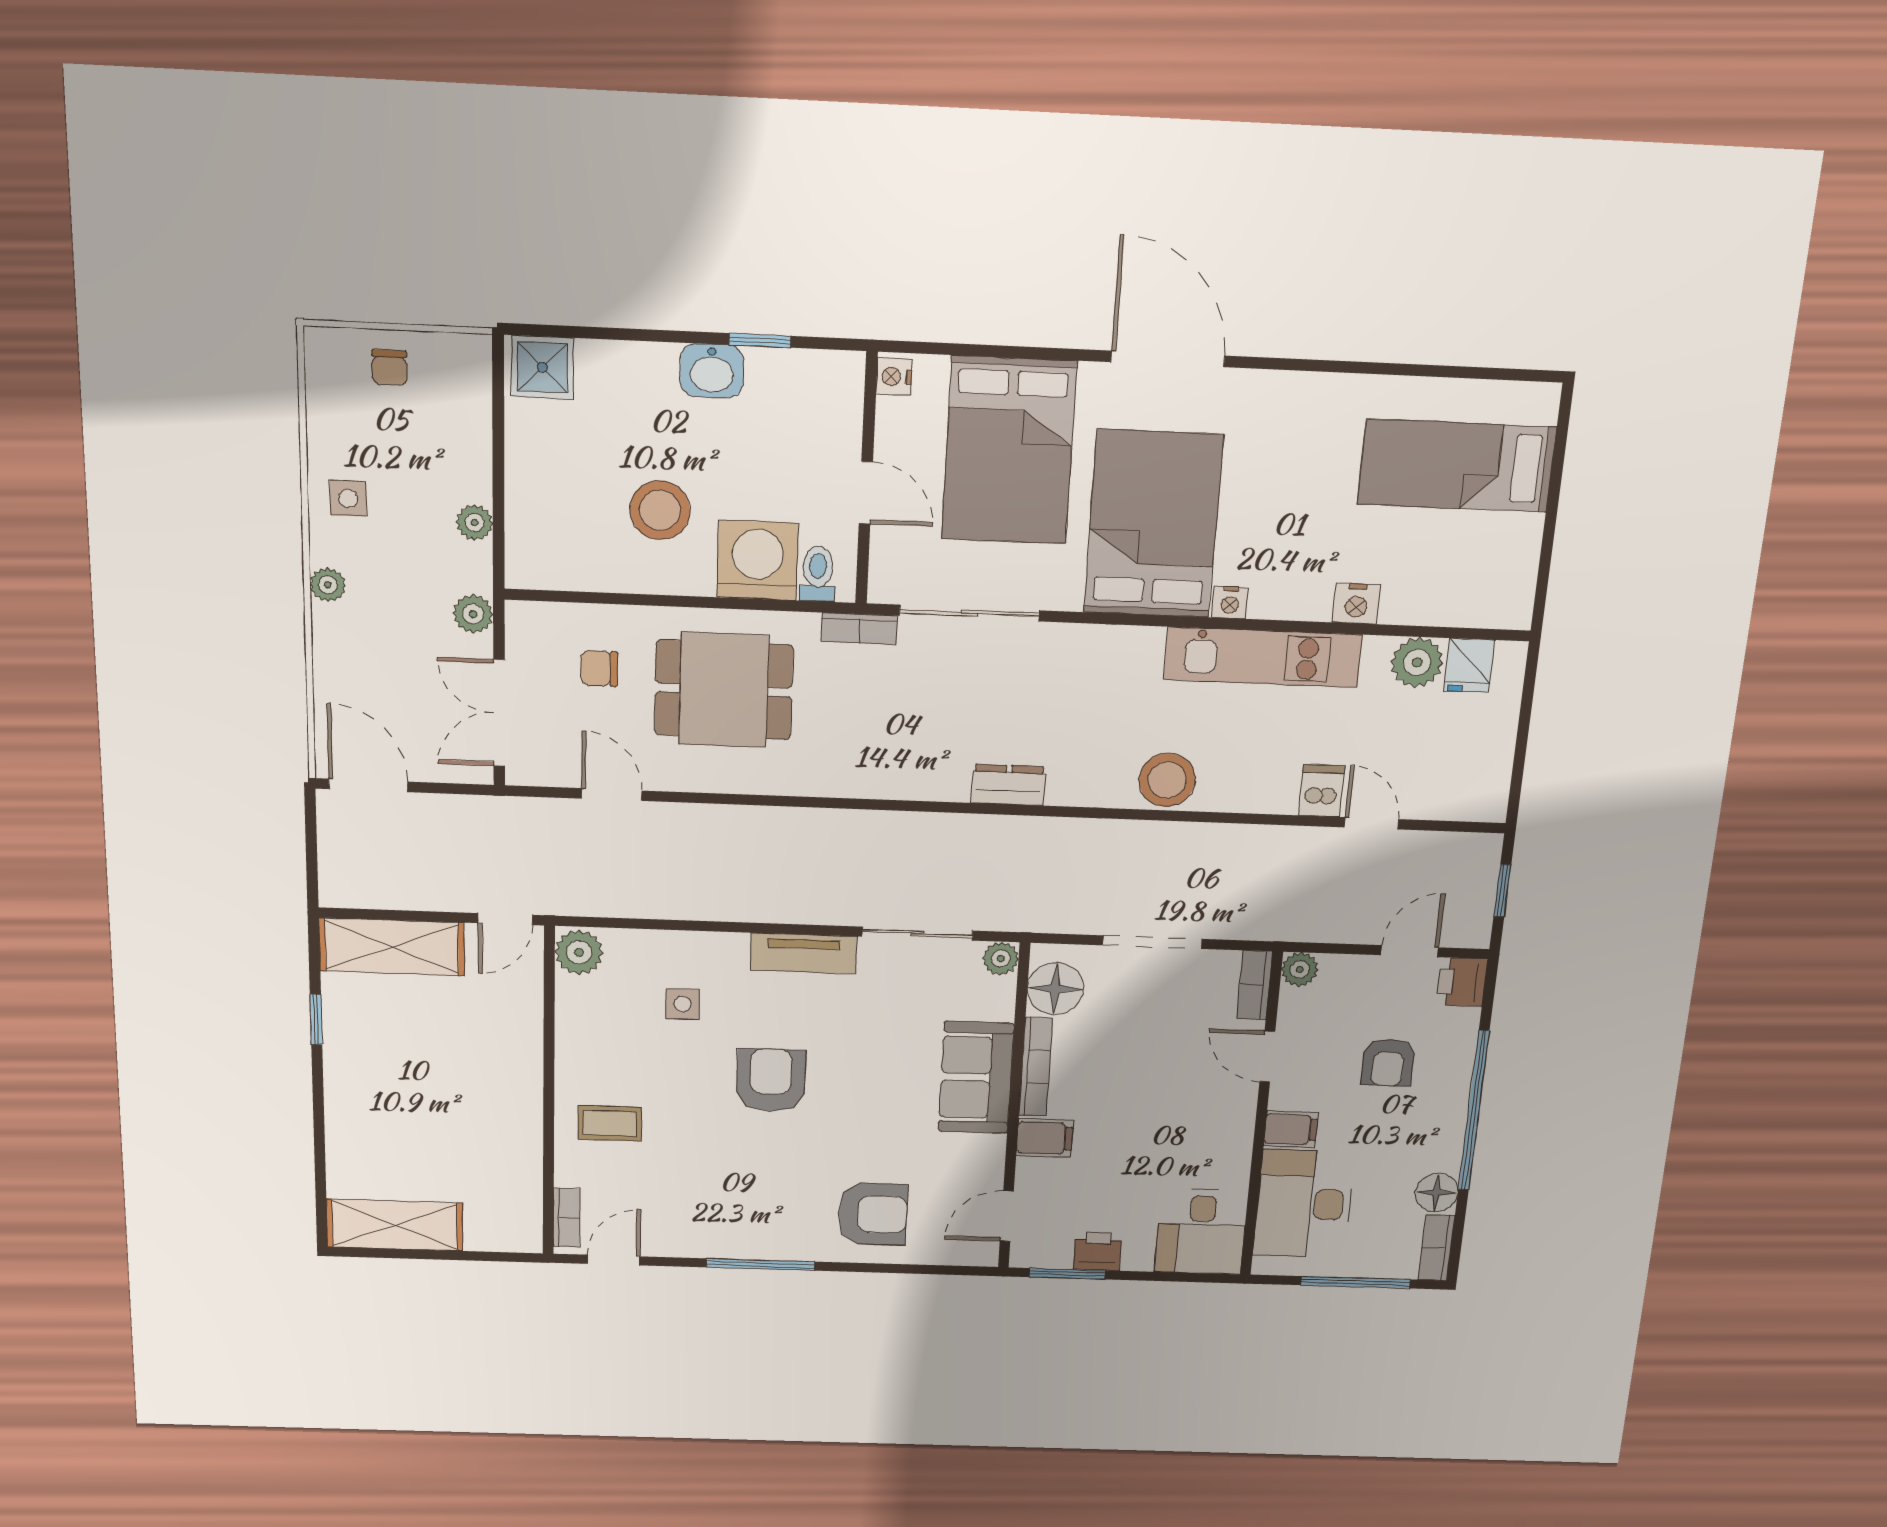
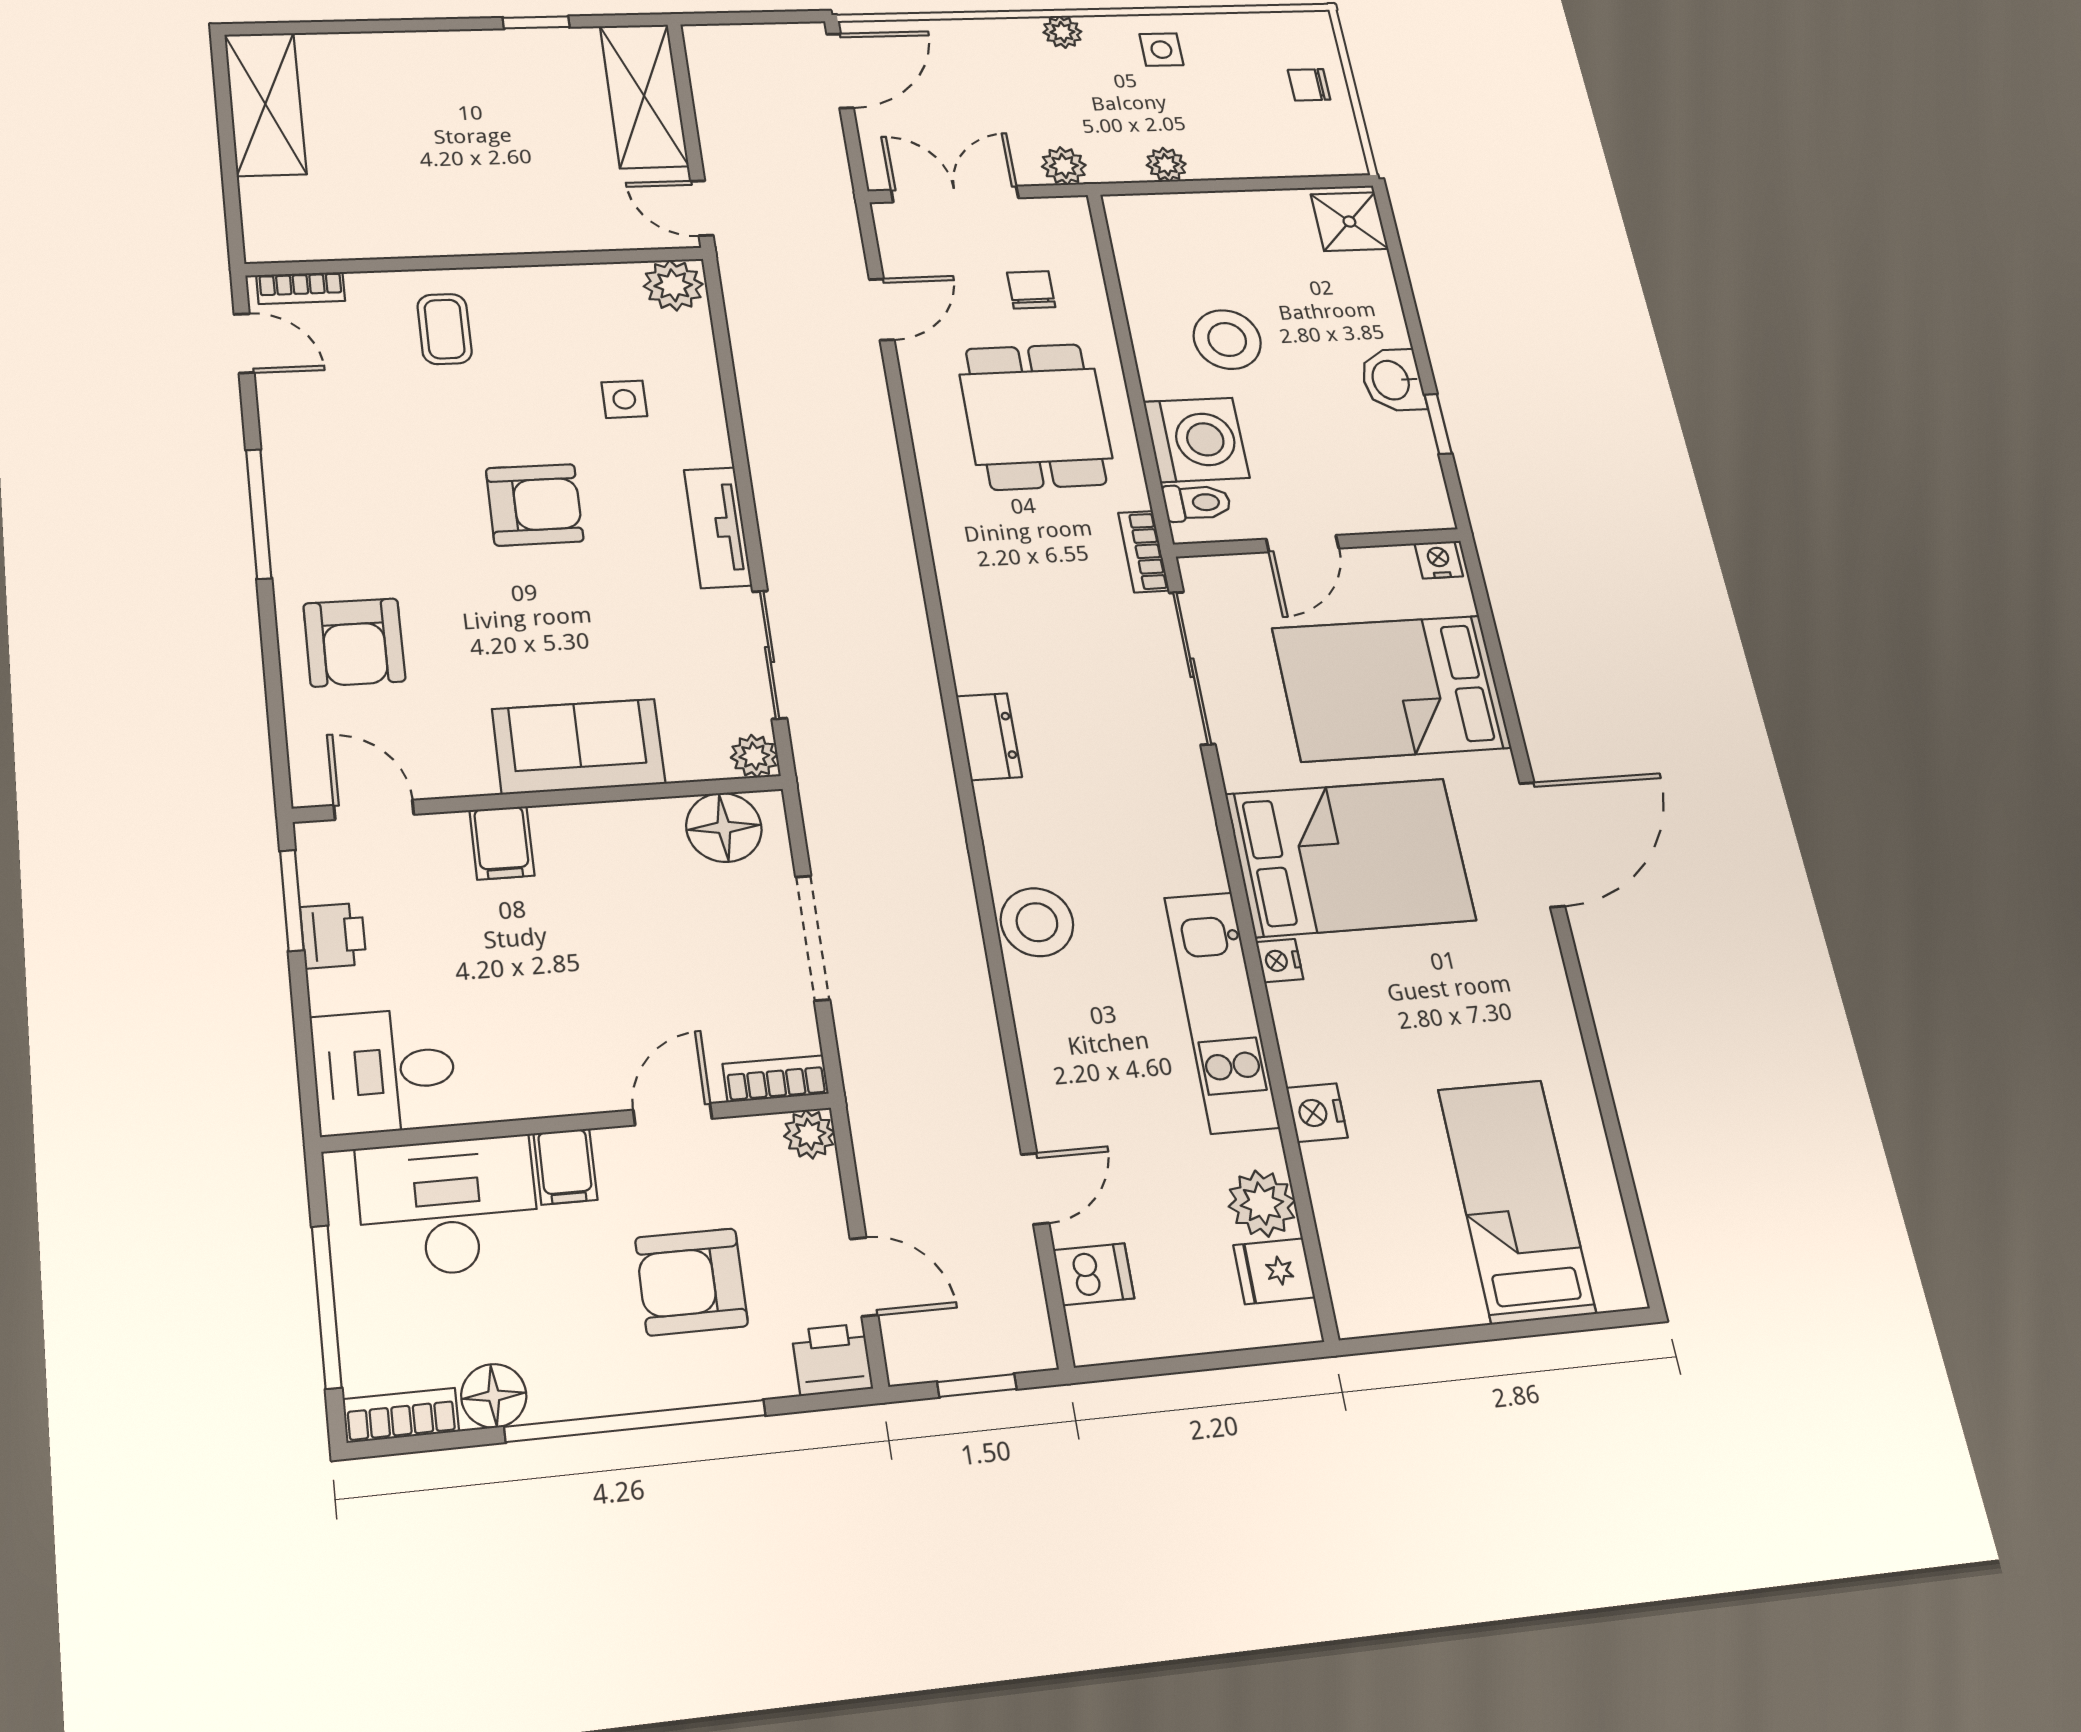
dishwasher: (1322, 791) -> (1094, 1274), moved
armchair: (1388, 1062) -> (691, 1282), width x1.38, depth x1.38
bookcase: (1036, 1067) -> (607, 818), removed

